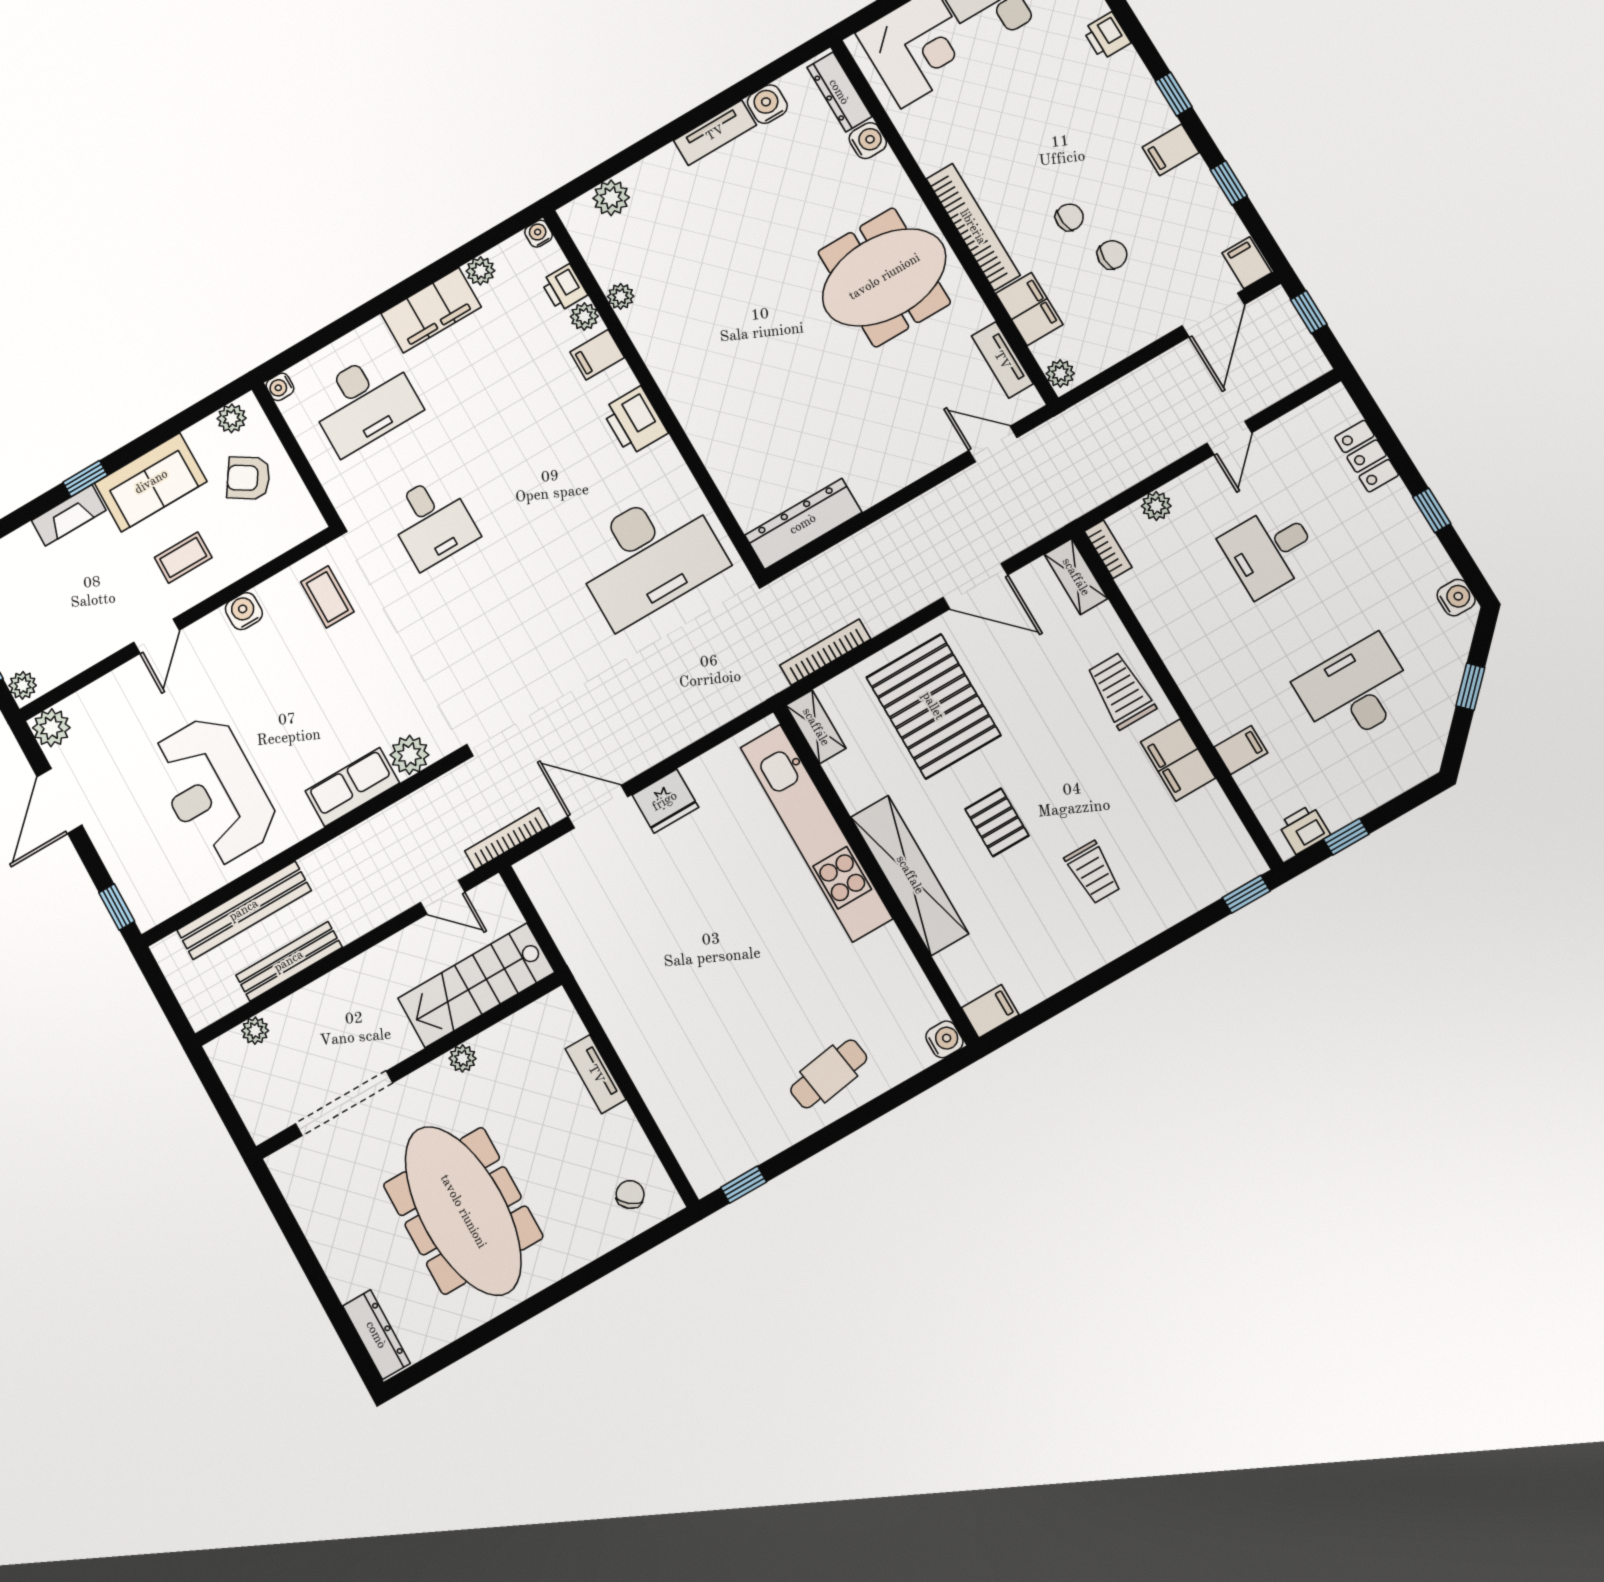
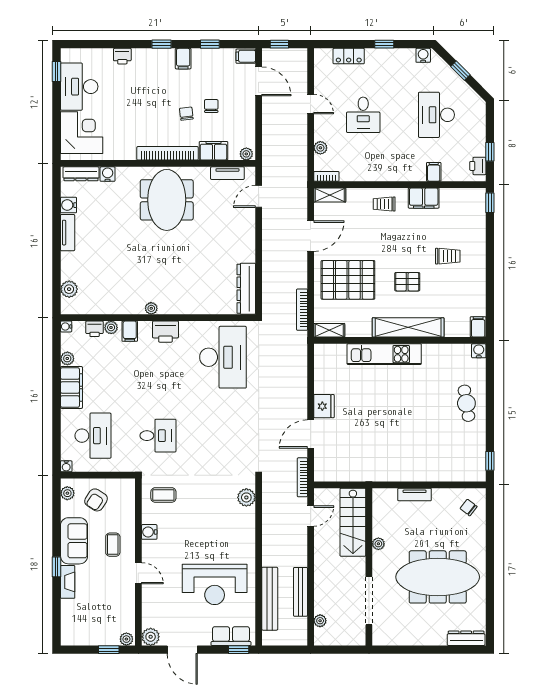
plant: (621, 296) -> (151, 308), moved
trolley: (1121, 691) -> (384, 204), width x0.73, depth x0.72
row of seats: (352, 787) -> (231, 636), moved, turned 90
kitchen unit: (816, 833) -> (384, 354), width x0.73

